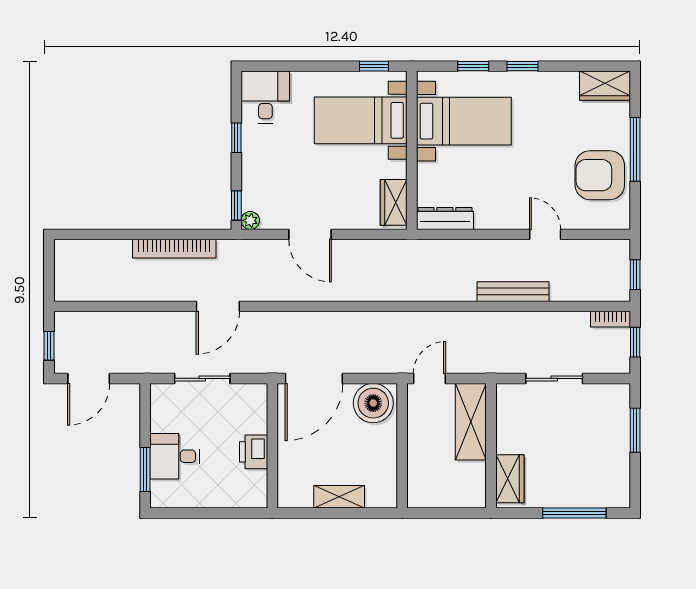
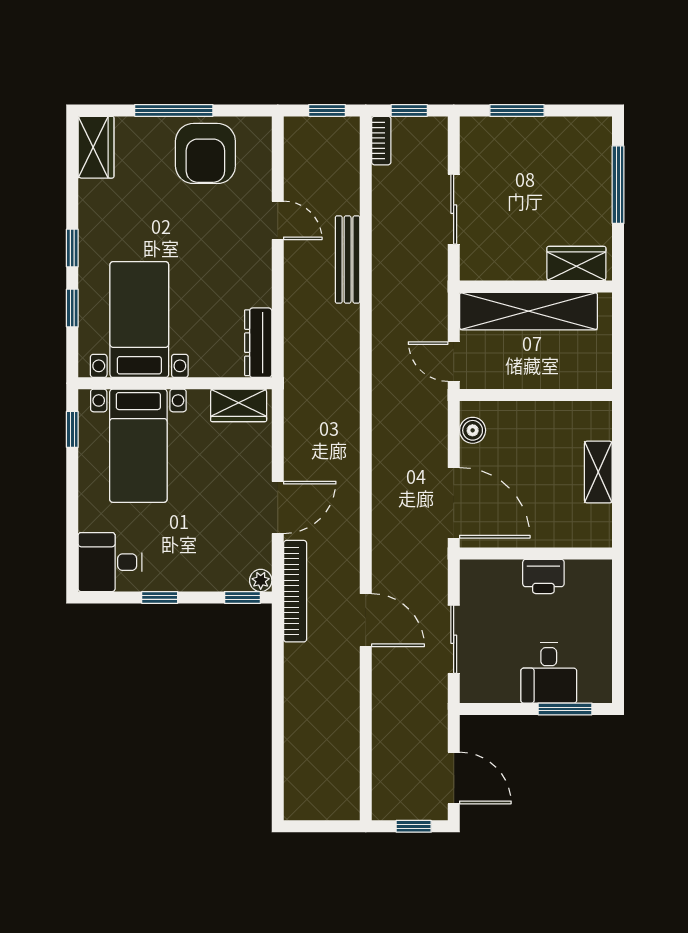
door: (545, 234) -> (278, 220), swing flipped
bookcase: (174, 249) -> (295, 591), moved
boiler: (373, 403) -> (473, 430), width x0.54, depth x0.54
shelving: (471, 422) -> (529, 311), width x1.47

